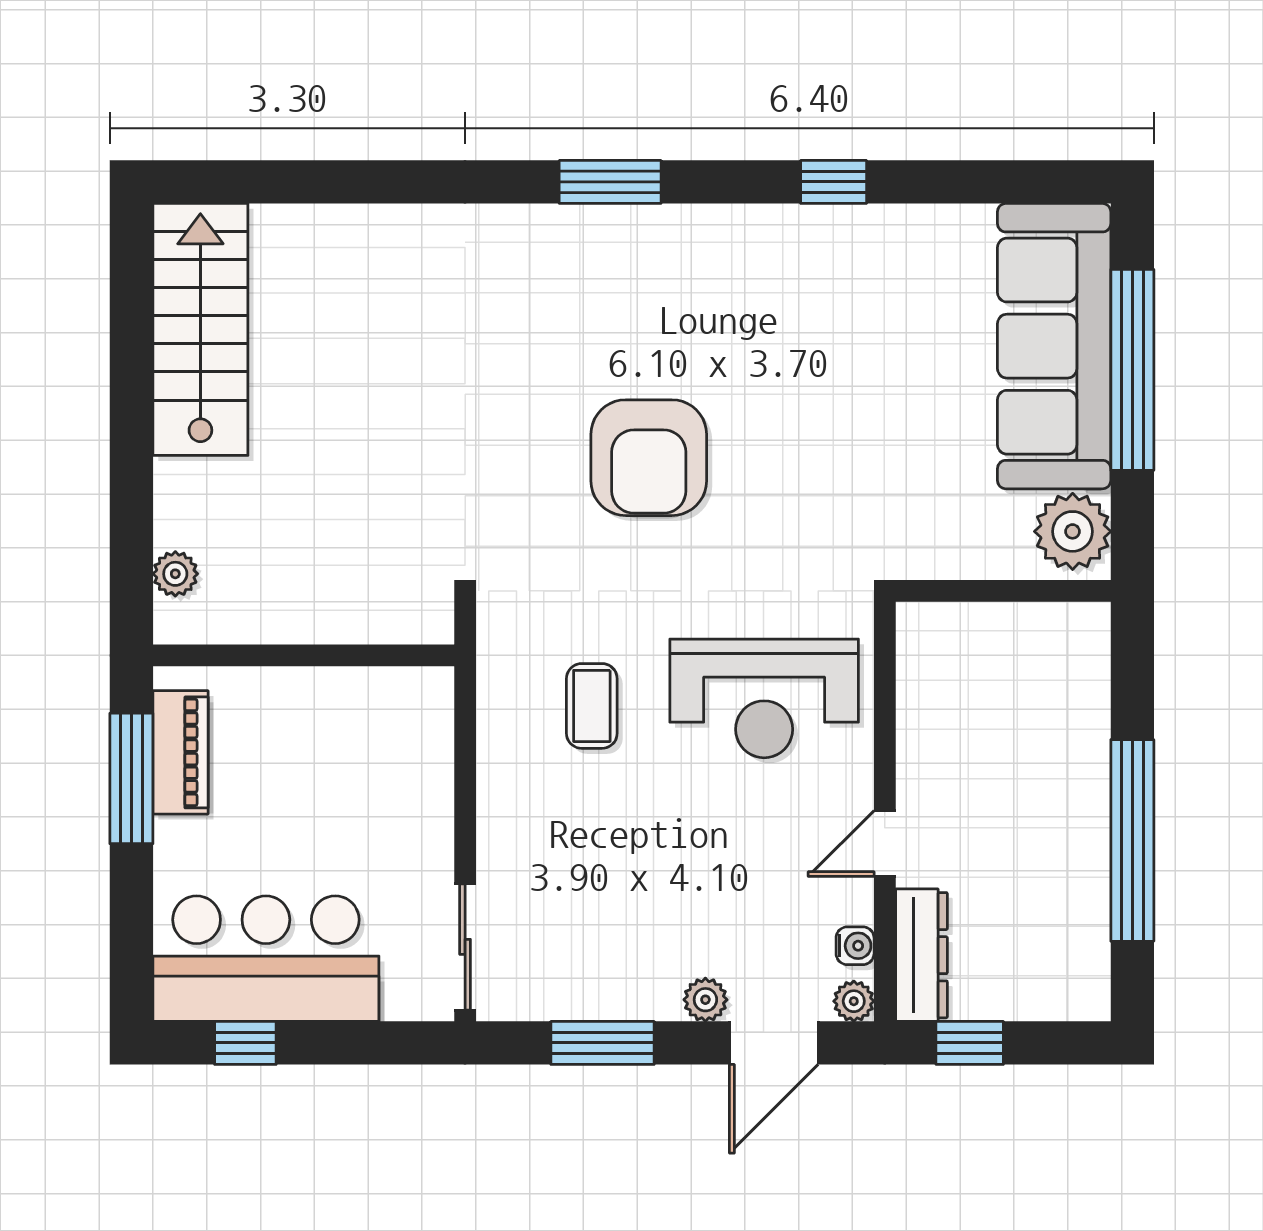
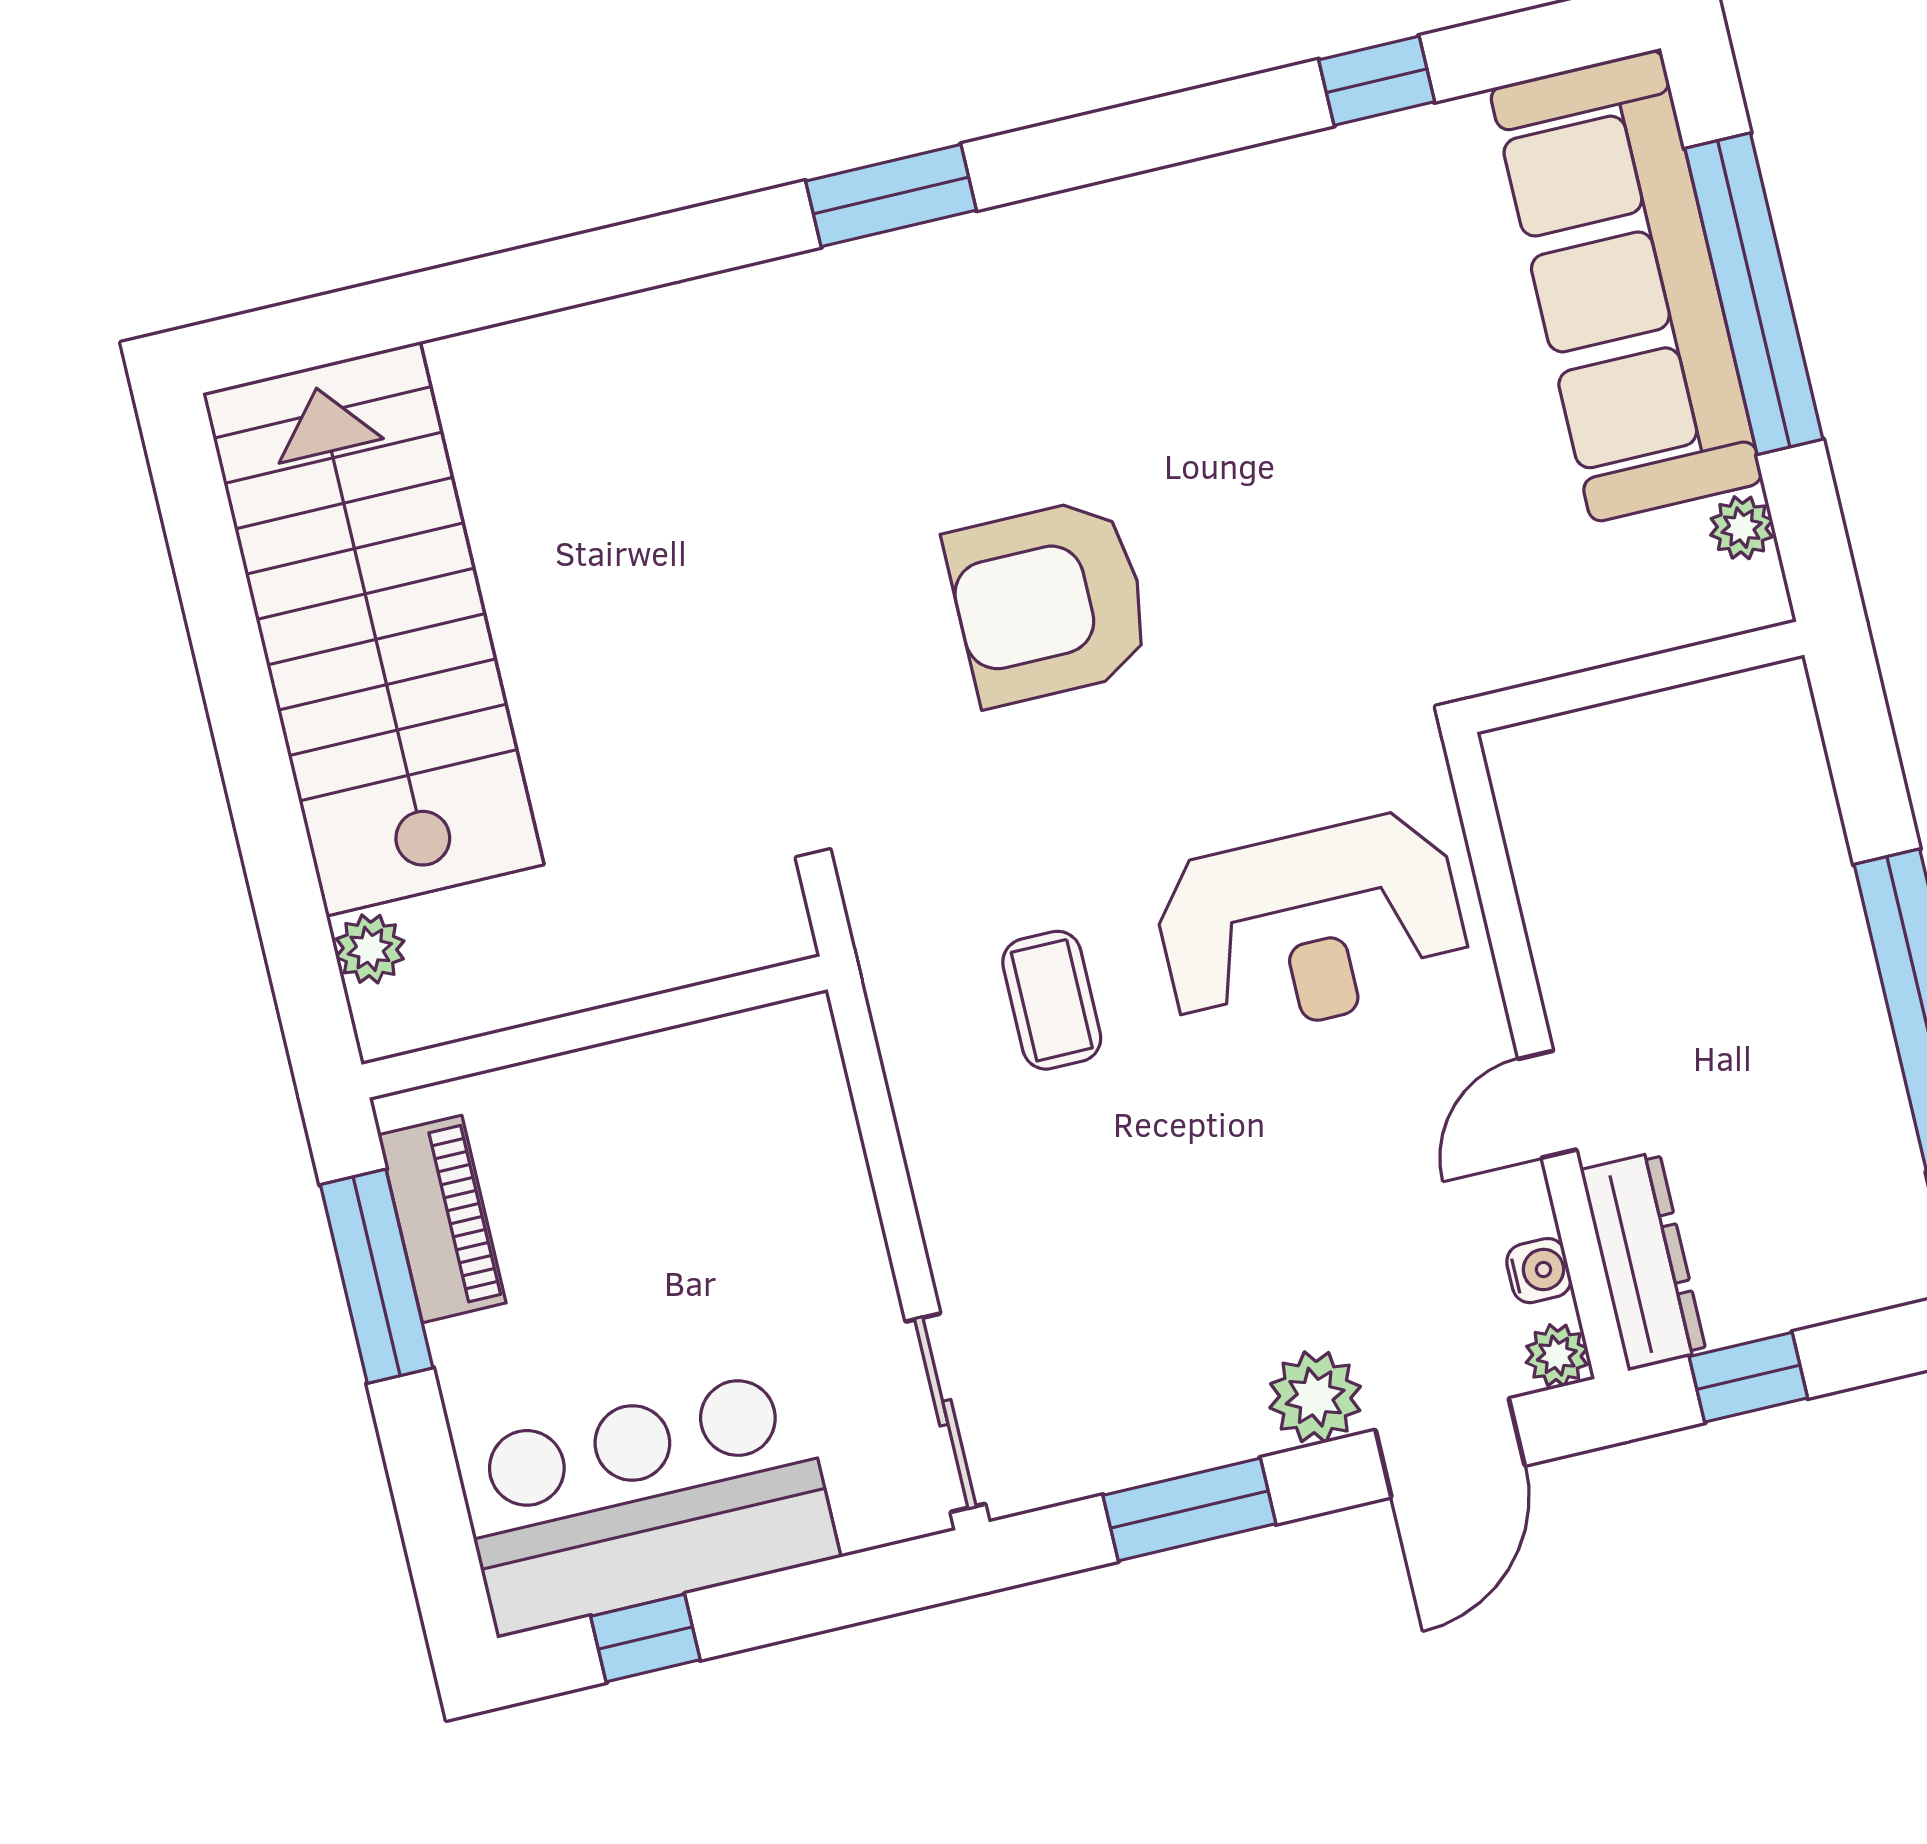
window: (834, 182) -> (1377, 81), moved
stairs: (200, 329) -> (373, 629), width x1.36, depth x1.51
armchair: (649, 458) -> (1049, 602), turned 90
plant: (1073, 531) -> (1742, 528), width x0.53, depth x0.53
plant: (705, 1000) -> (1315, 1397), width x1.38, depth x1.38

